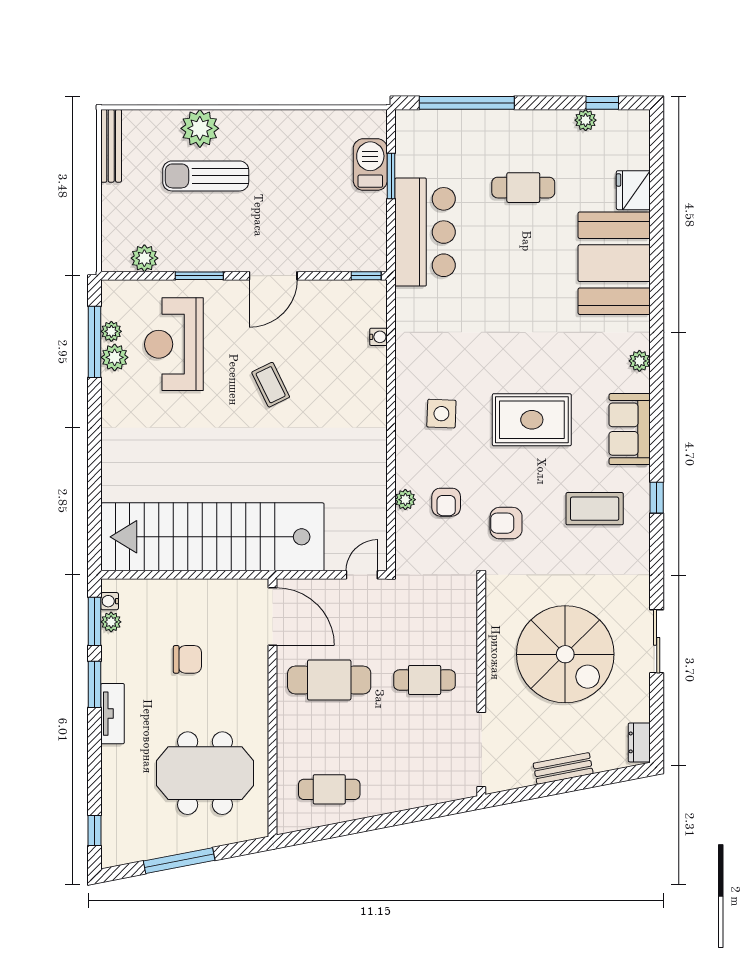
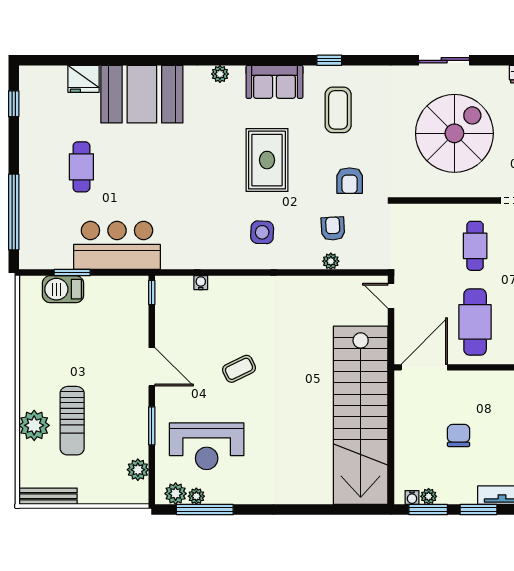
plant: (586, 120) -> (28, 117), removed
plant: (115, 357) -> (176, 494), moved
armchair: (446, 502) -> (333, 229), turned -93

